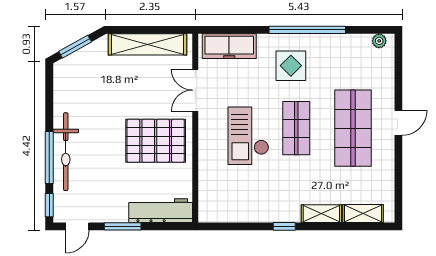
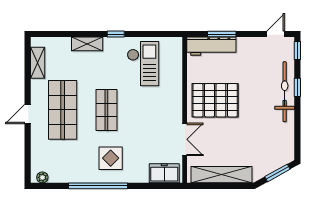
freezer: (229, 46) -> (164, 173), width x0.71
checkout: (248, 136) -> (143, 64), moved
window: (49, 157) -> (297, 87), width x0.46
shelving: (363, 213) -> (38, 63), moved, turned 90
window: (123, 226) -> (222, 34), moved

